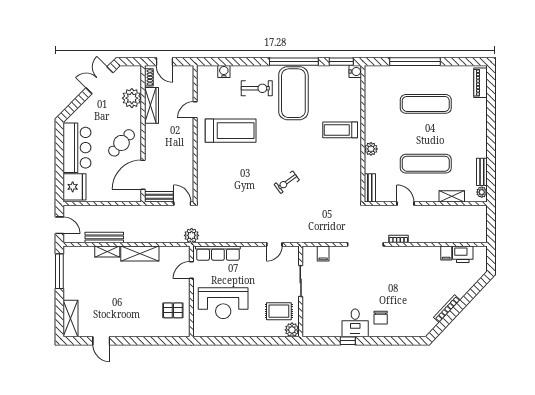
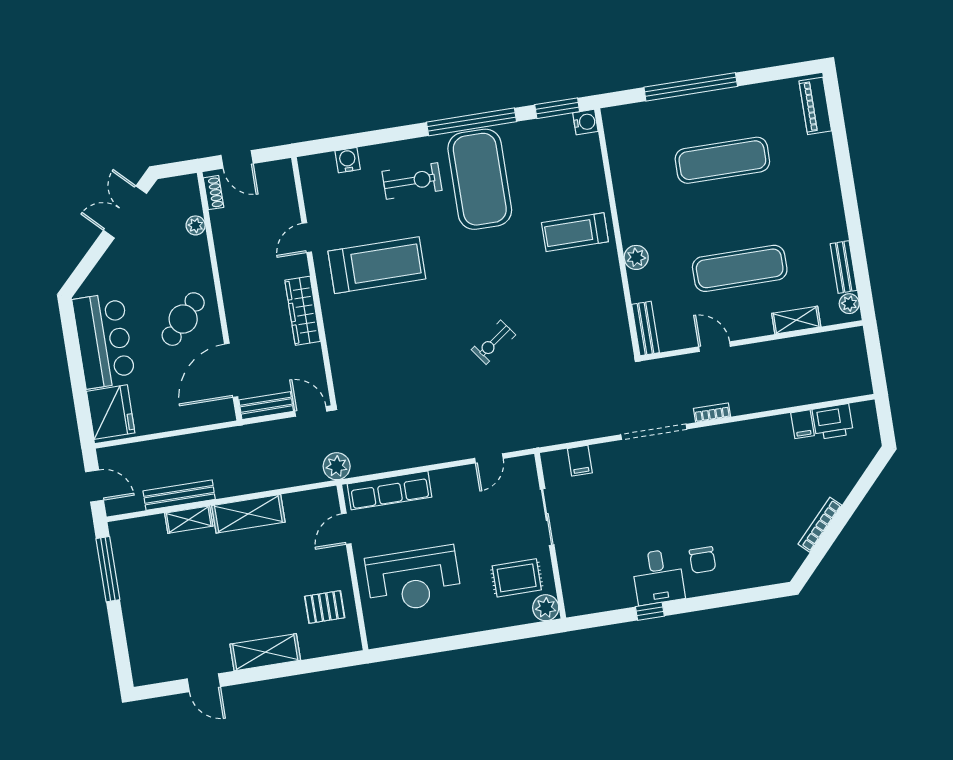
plant: (132, 98) -> (196, 225), width x0.53, depth x0.53
wardrobe: (152, 105) -> (303, 311), moved, turned 180
shelving: (71, 319) -> (265, 652), moved, turned 90

